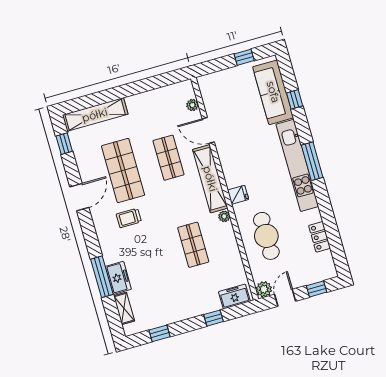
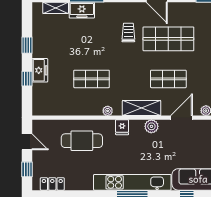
shelving: (210, 179) -> (142, 108), width x0.68
locker: (320, 237) -> (52, 184), moved
plant: (264, 289) -> (151, 126), moved
freezer: (234, 296) -> (40, 70), moved
window: (159, 333) -> (27, 45), moved

